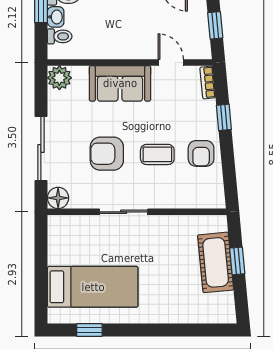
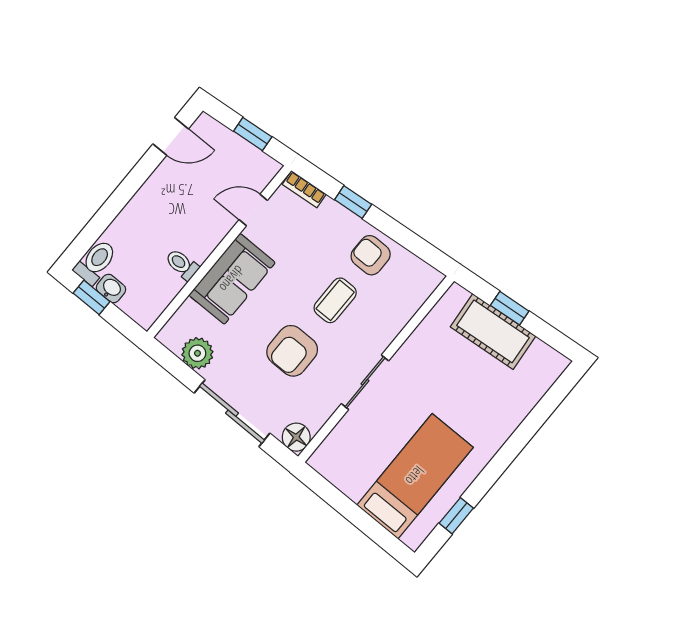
toilet: (60, 36) -> (182, 264), moved, turned -90
plant: (59, 78) -> (197, 353), moved
armchair: (201, 153) -> (371, 255), turned 180

